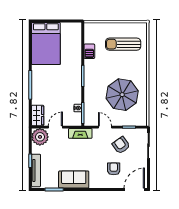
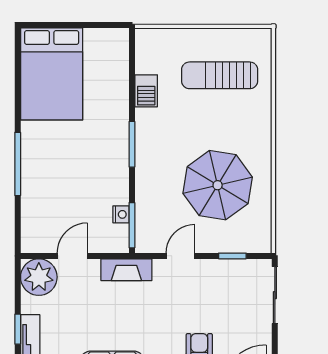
wardrobe: (38, 115) -> (34, 231), removed
door: (105, 127) -> (180, 256), hinge flipped
armchair: (121, 145) -> (215, 295), removed

